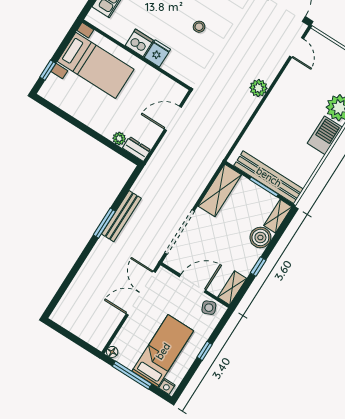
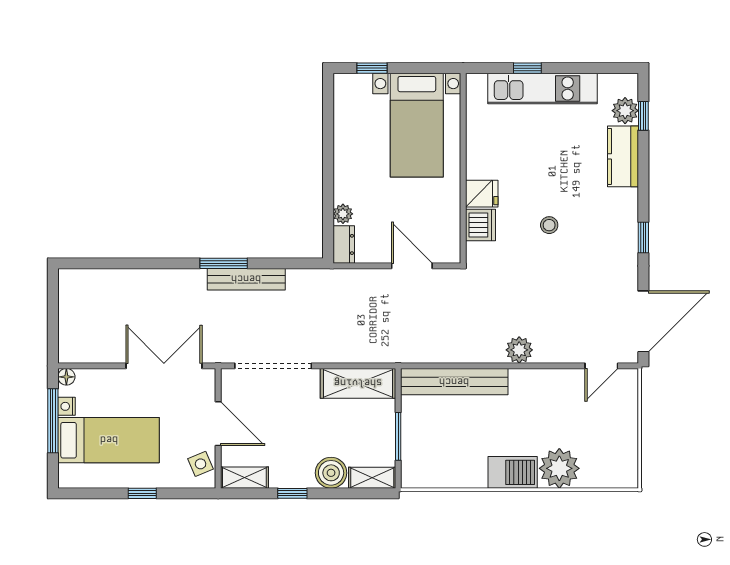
dishwasher: (139, 43) -> (481, 225), moved
bench: (269, 177) -> (454, 382), moved, turned 90
nightstand: (167, 387) -> (67, 406), moved

